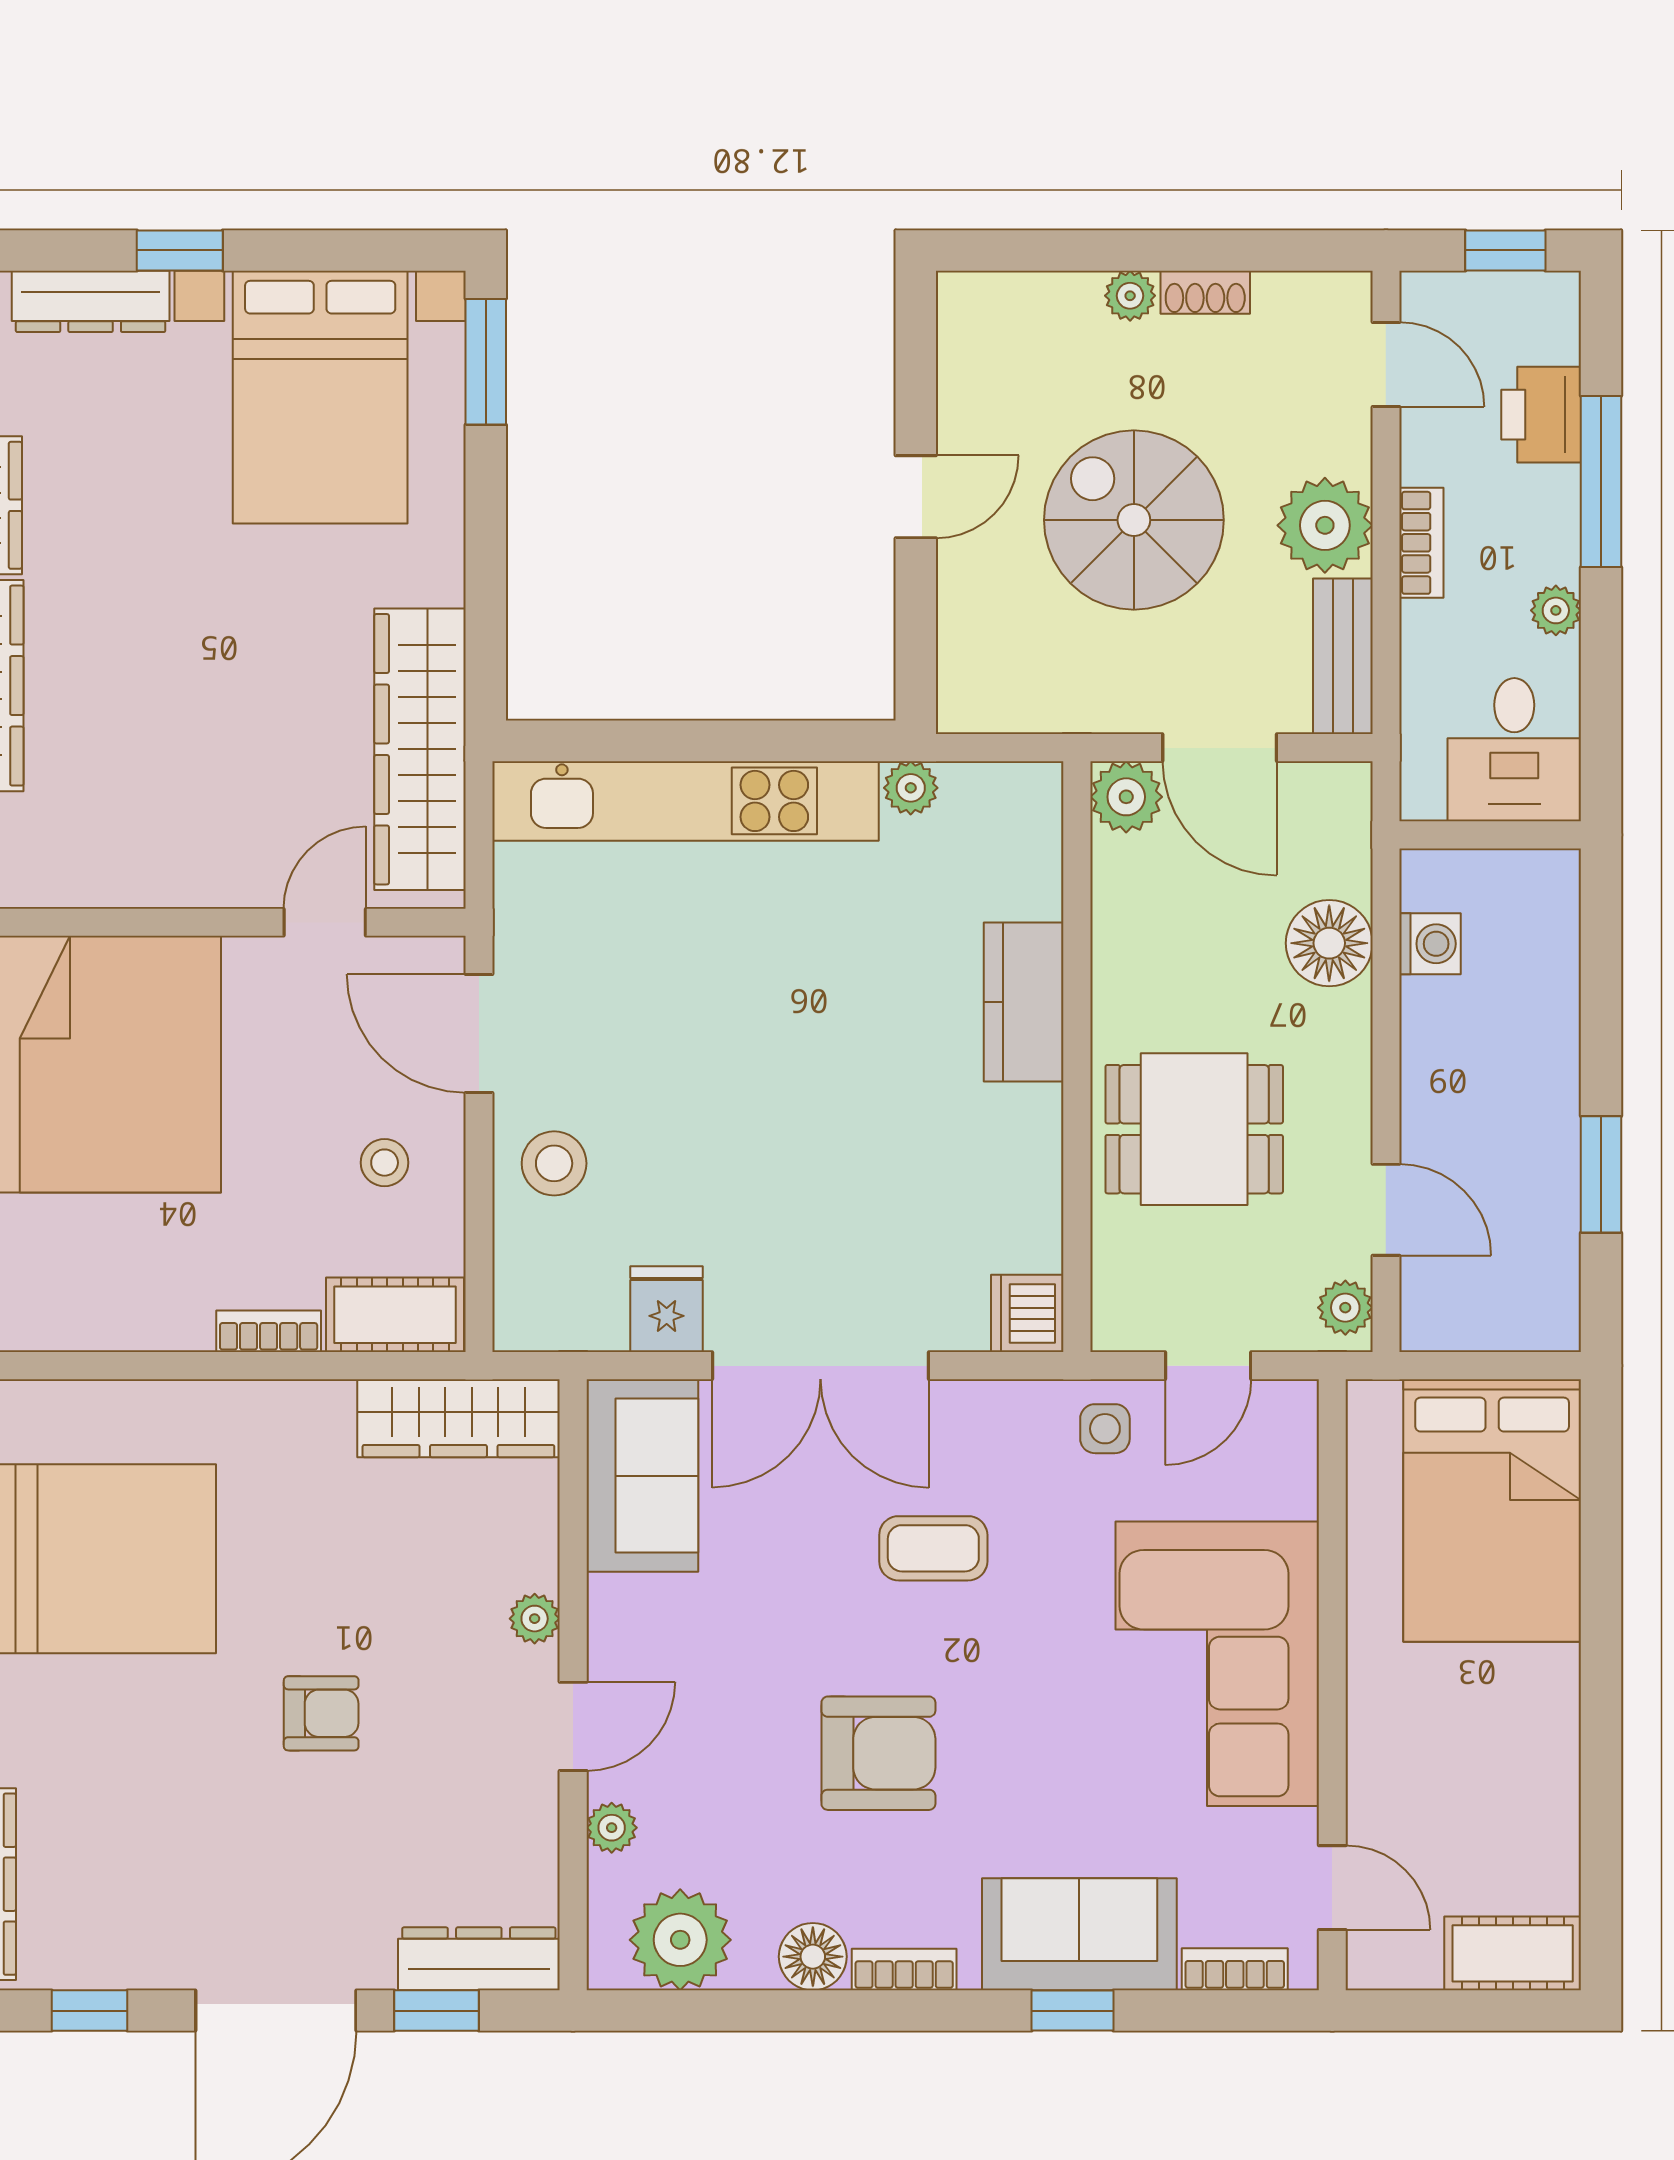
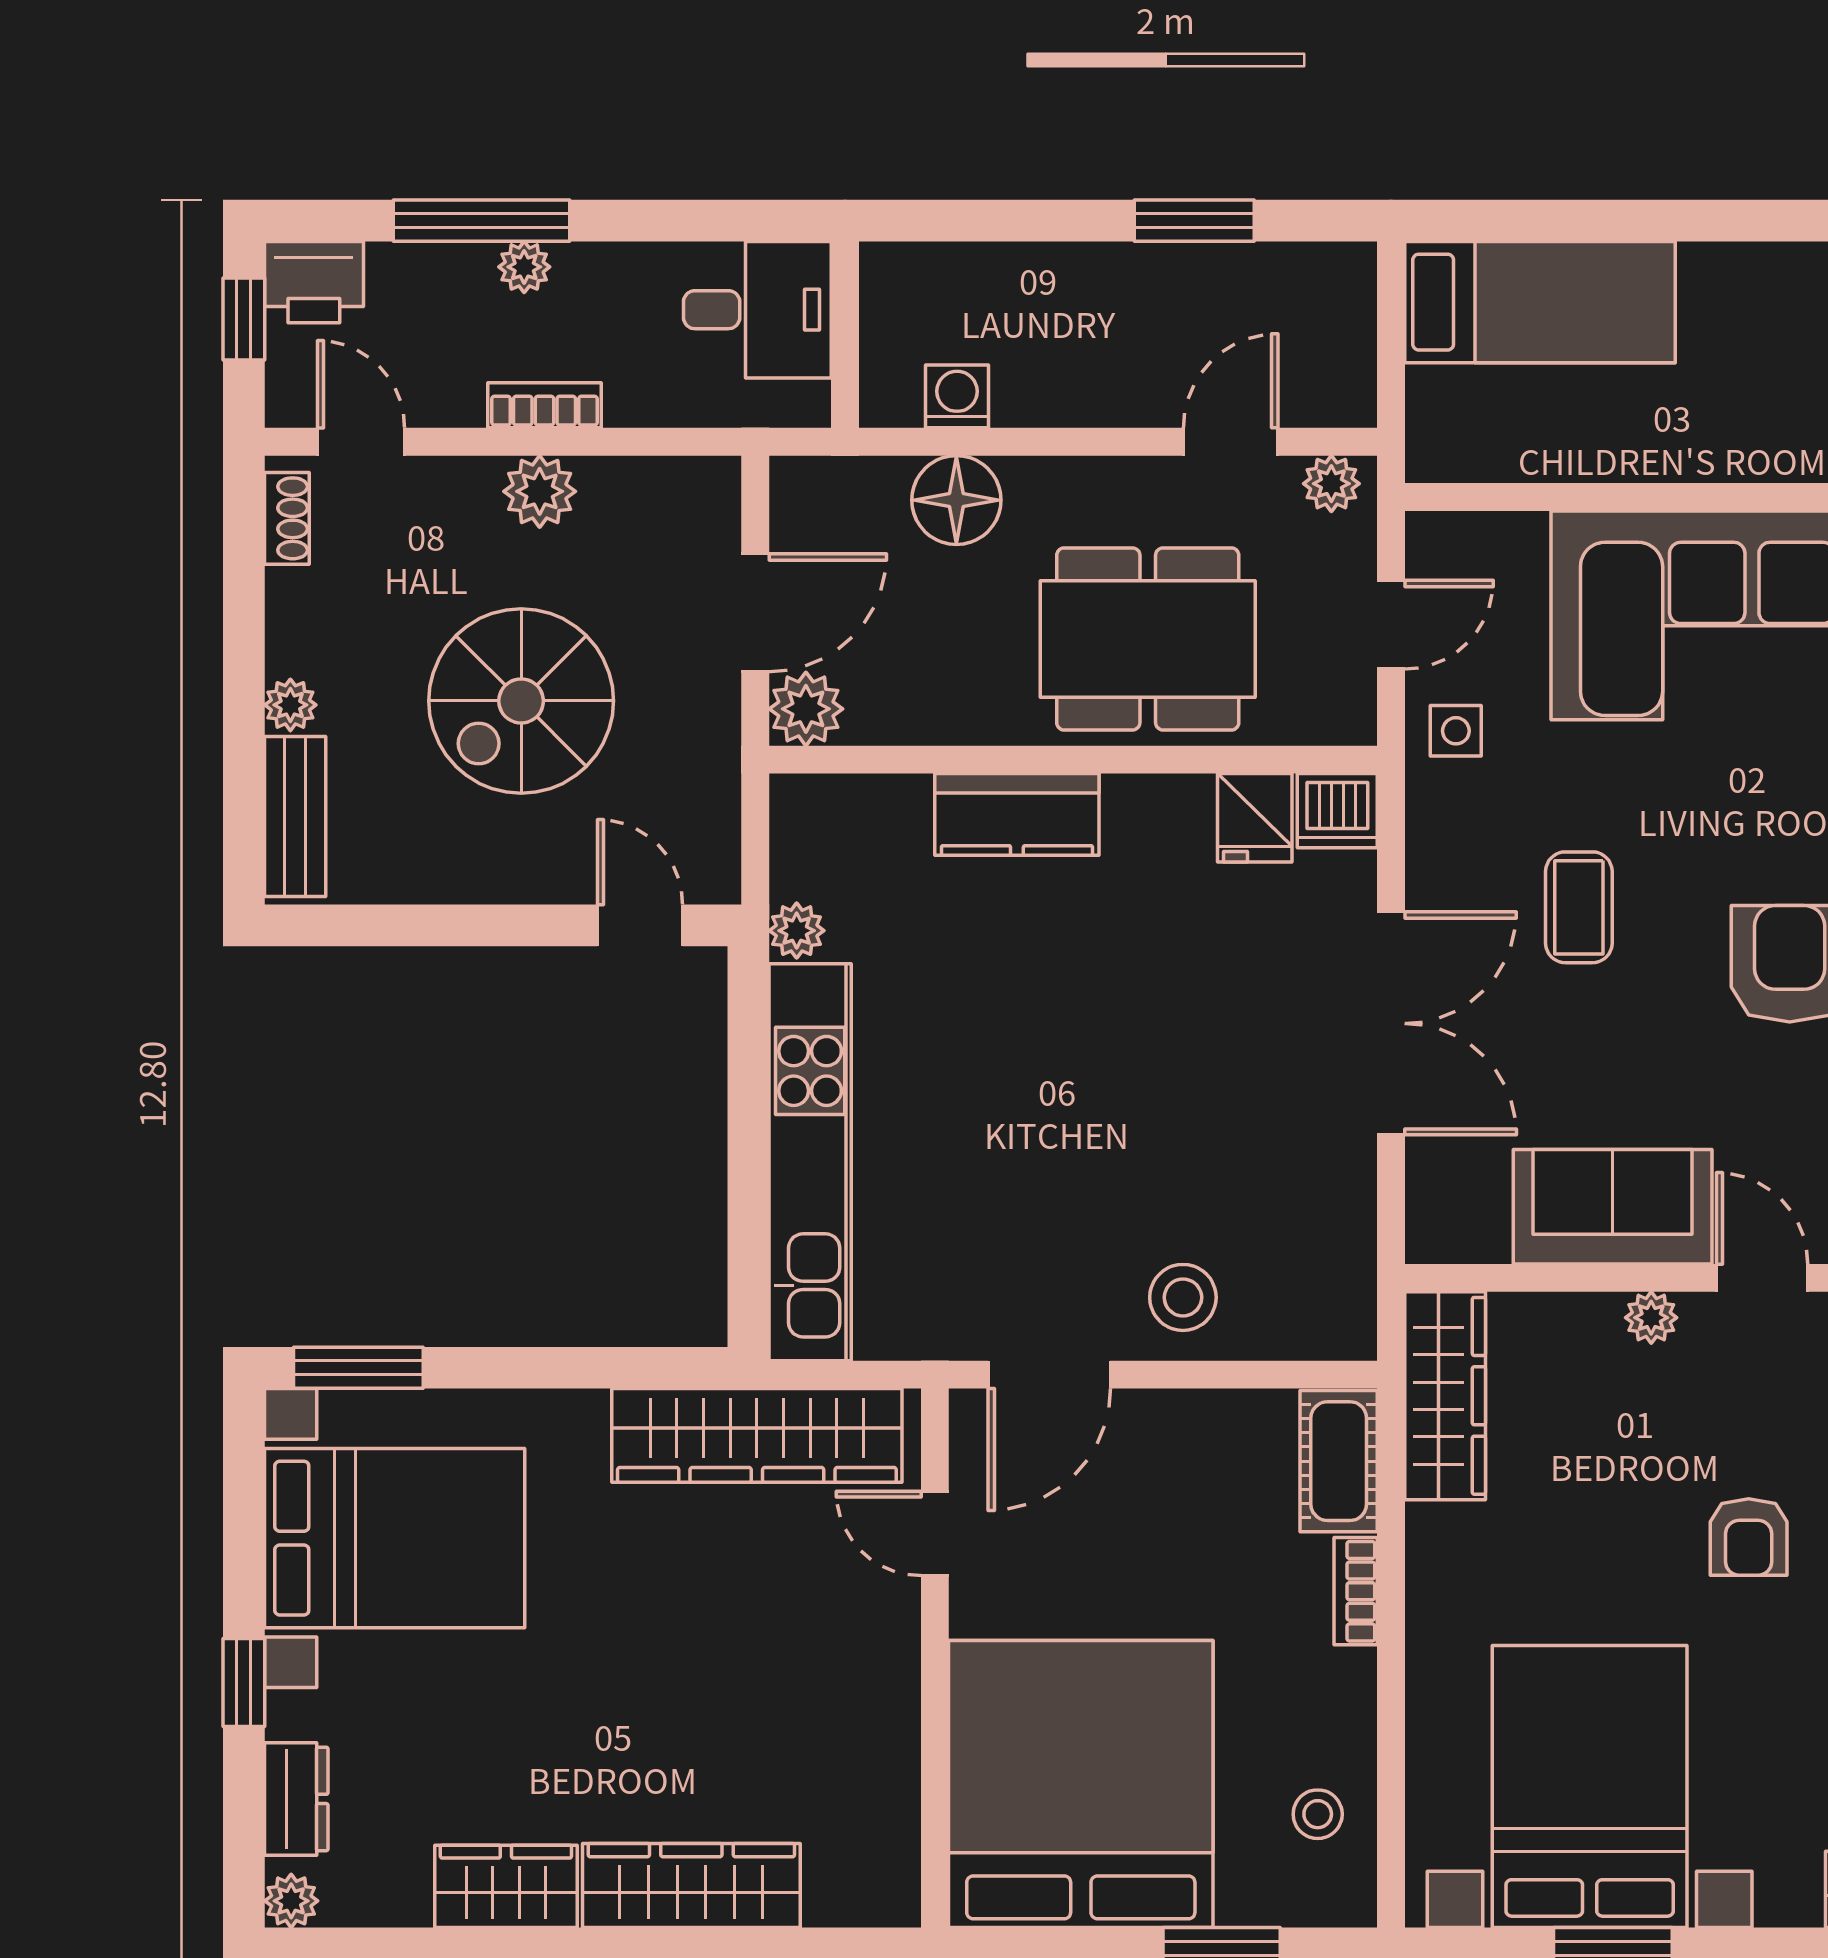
shoe rack: (1205, 292) -> (287, 518), moved
dresser: (91, 301) -> (296, 1799), width x0.70
door: (1386, 364) -> (361, 442), hinge flipped
printer: (1541, 415) -> (314, 282), moved
door: (916, 497) -> (640, 925), moved
plant: (1325, 525) -> (540, 491), width x0.73, depth x0.73
plant: (1556, 610) -> (524, 267), moved
bench: (1343, 656) -> (295, 817), moved, turned 90
dining table: (1194, 1129) -> (1148, 639), width x1.38
stool: (385, 1163) -> (1318, 1814), moved
fridge: (667, 1309) -> (1255, 818), moved, turned -90
door: (1208, 1366) -> (1391, 625), hinge flipped
sofa: (642, 1476) -> (1613, 1207), moved
bed: (1492, 1510) -> (1540, 302), width x0.67
armchair: (321, 1713) -> (1749, 1537), turned 180

